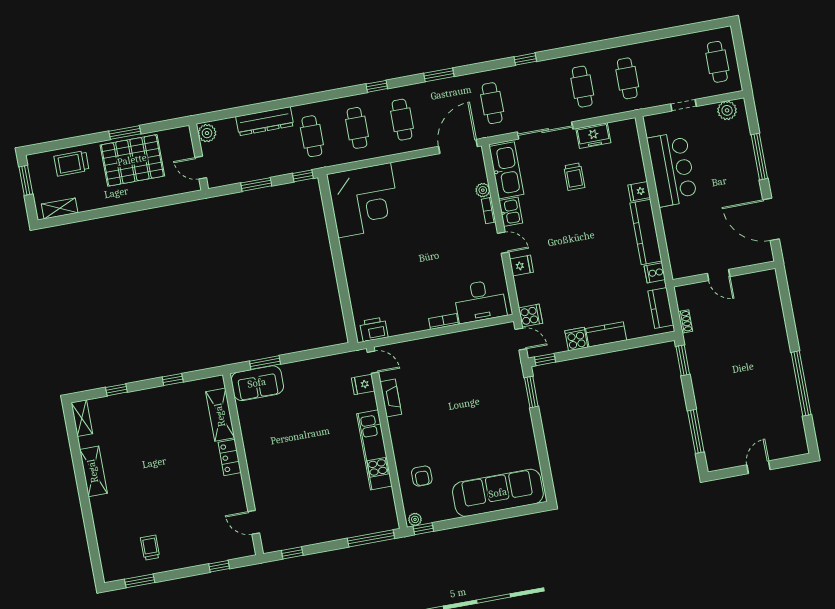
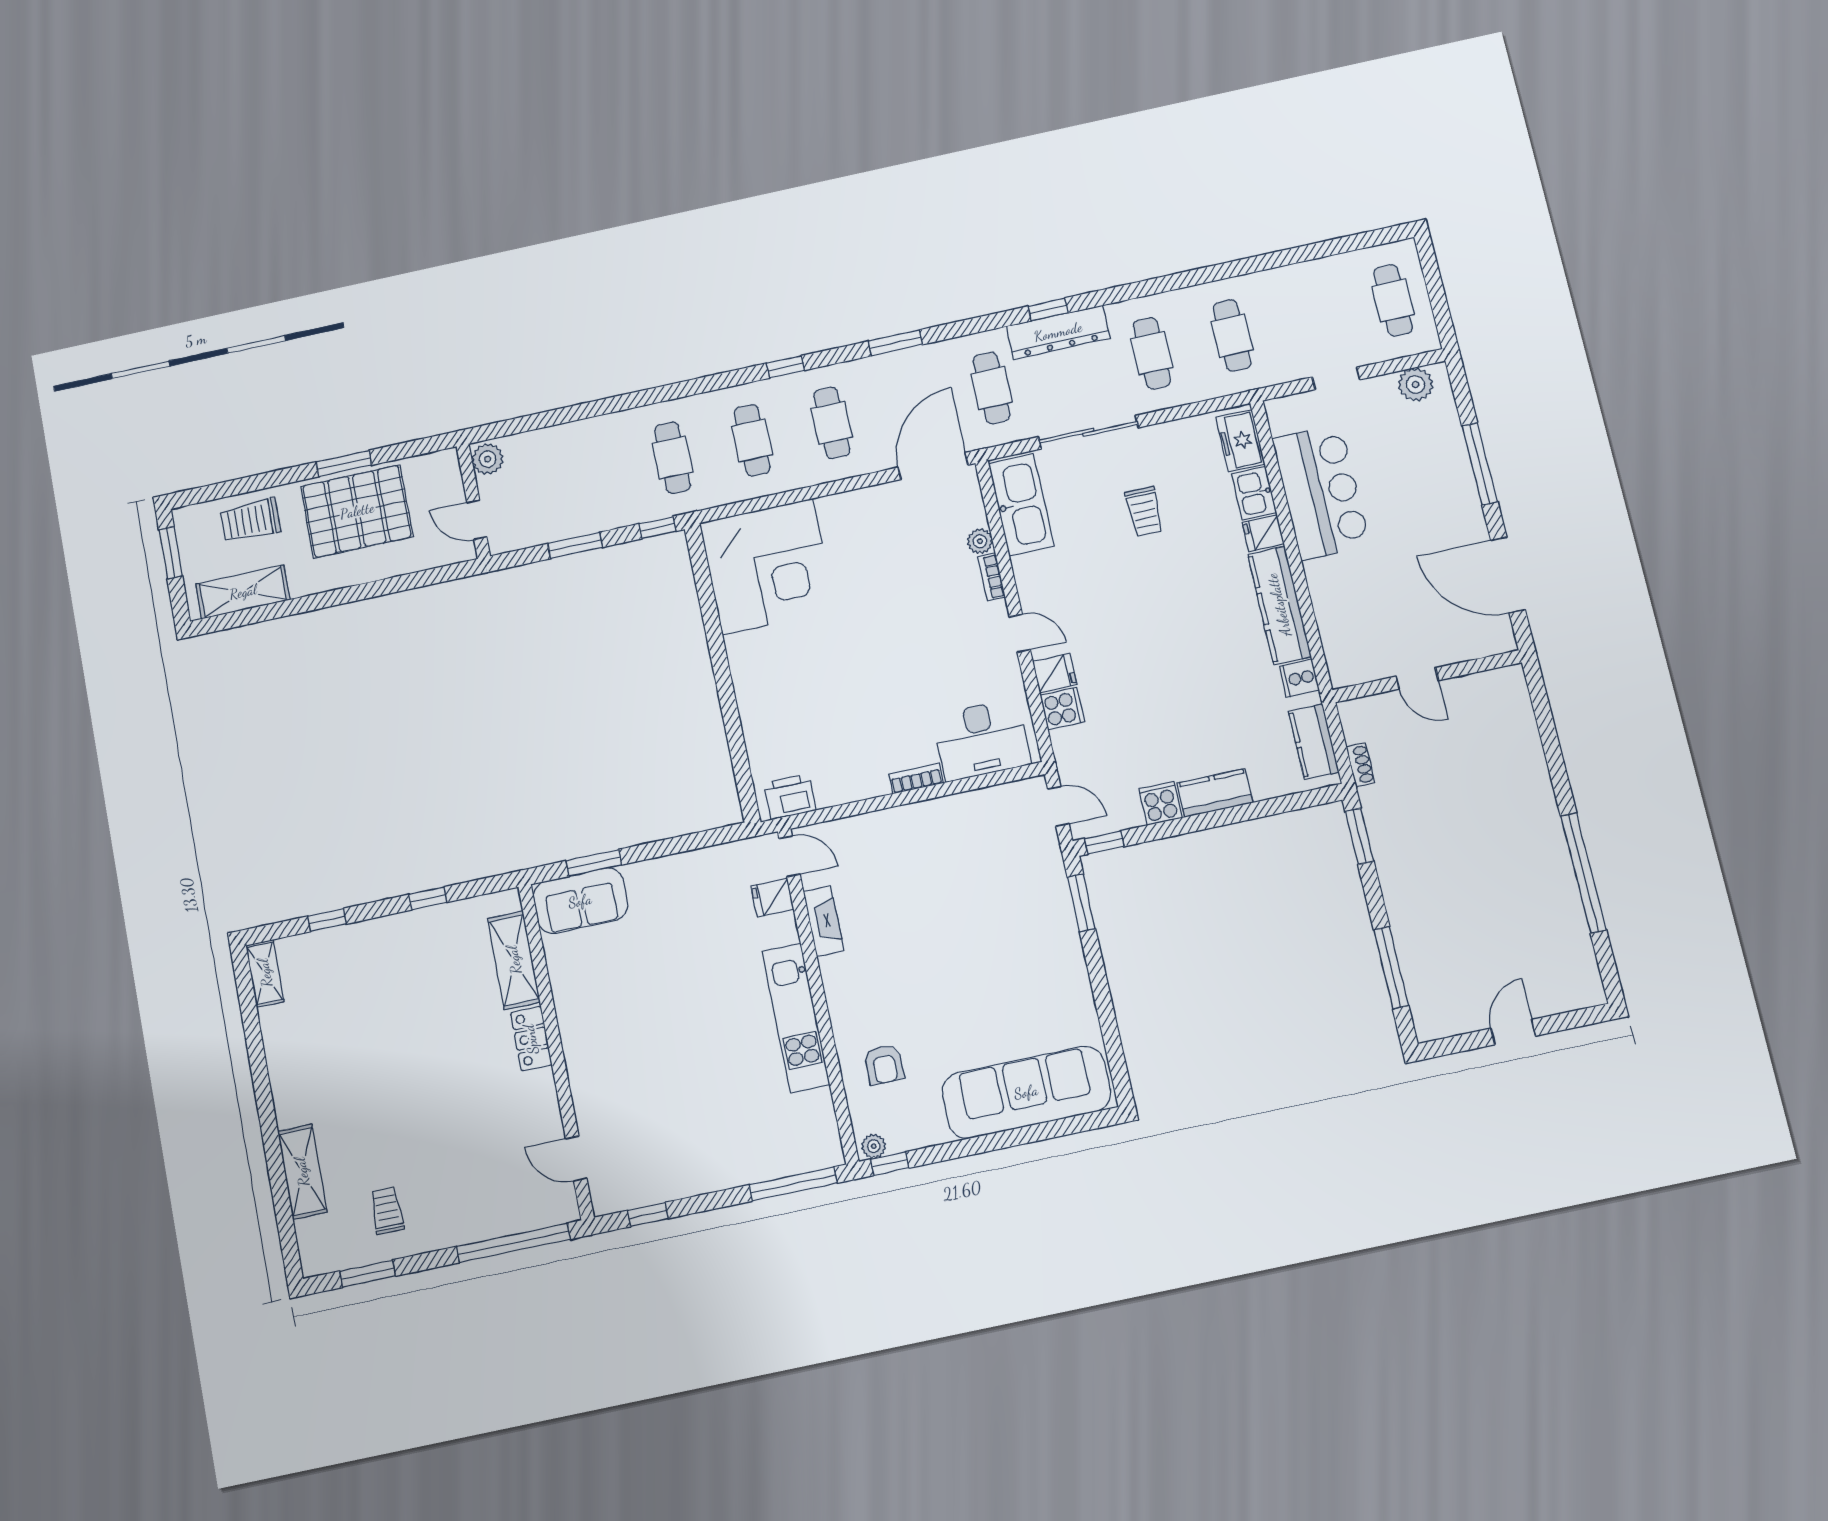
dresser: (265, 121) -> (1058, 332), moved
freezer: (593, 136) -> (1240, 441), moved, turned 90
shelving: (60, 208) -> (243, 592), width x1.50, depth x1.33
kitchen sink: (511, 212) -> (1254, 493), moved, turned 180
cooker: (530, 316) -> (1062, 709), moved
shelving: (93, 471) -> (302, 1172), moved
window: (219, 566) -> (513, 1243), width x3.17

